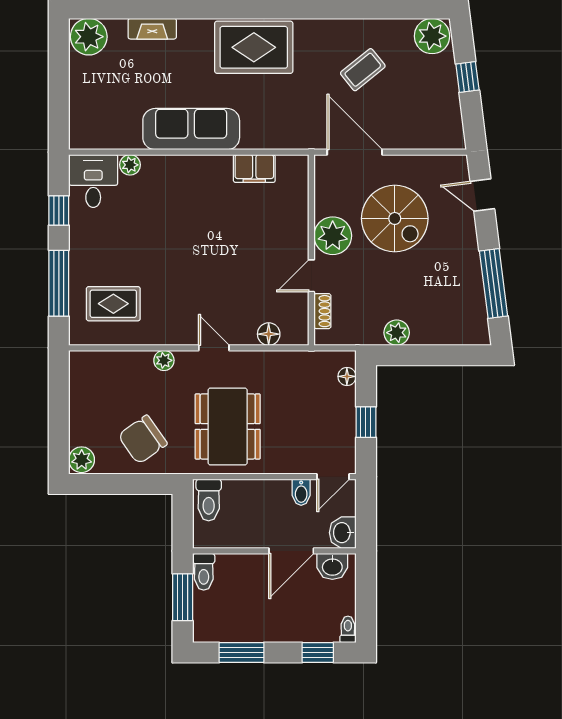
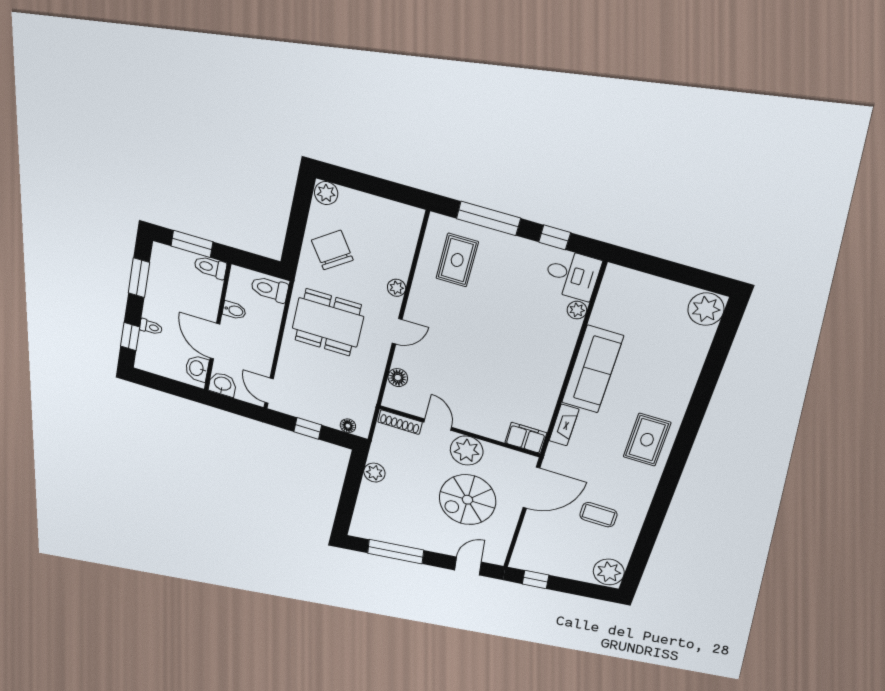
fireplace: (152, 29) -> (564, 425), moved, turned 180
rug: (254, 47) -> (647, 440), width x0.73, depth x0.70
coffee table: (363, 70) -> (598, 515), turned -51
window: (467, 77) -> (536, 579), moved
filing cabinet: (254, 169) -> (526, 438), moved, turned 90
shoe rack: (322, 311) -> (400, 422), width x1.43
bidet: (301, 492) -> (234, 310), moved, turned 180
toilet: (348, 629) -> (151, 327), moved

